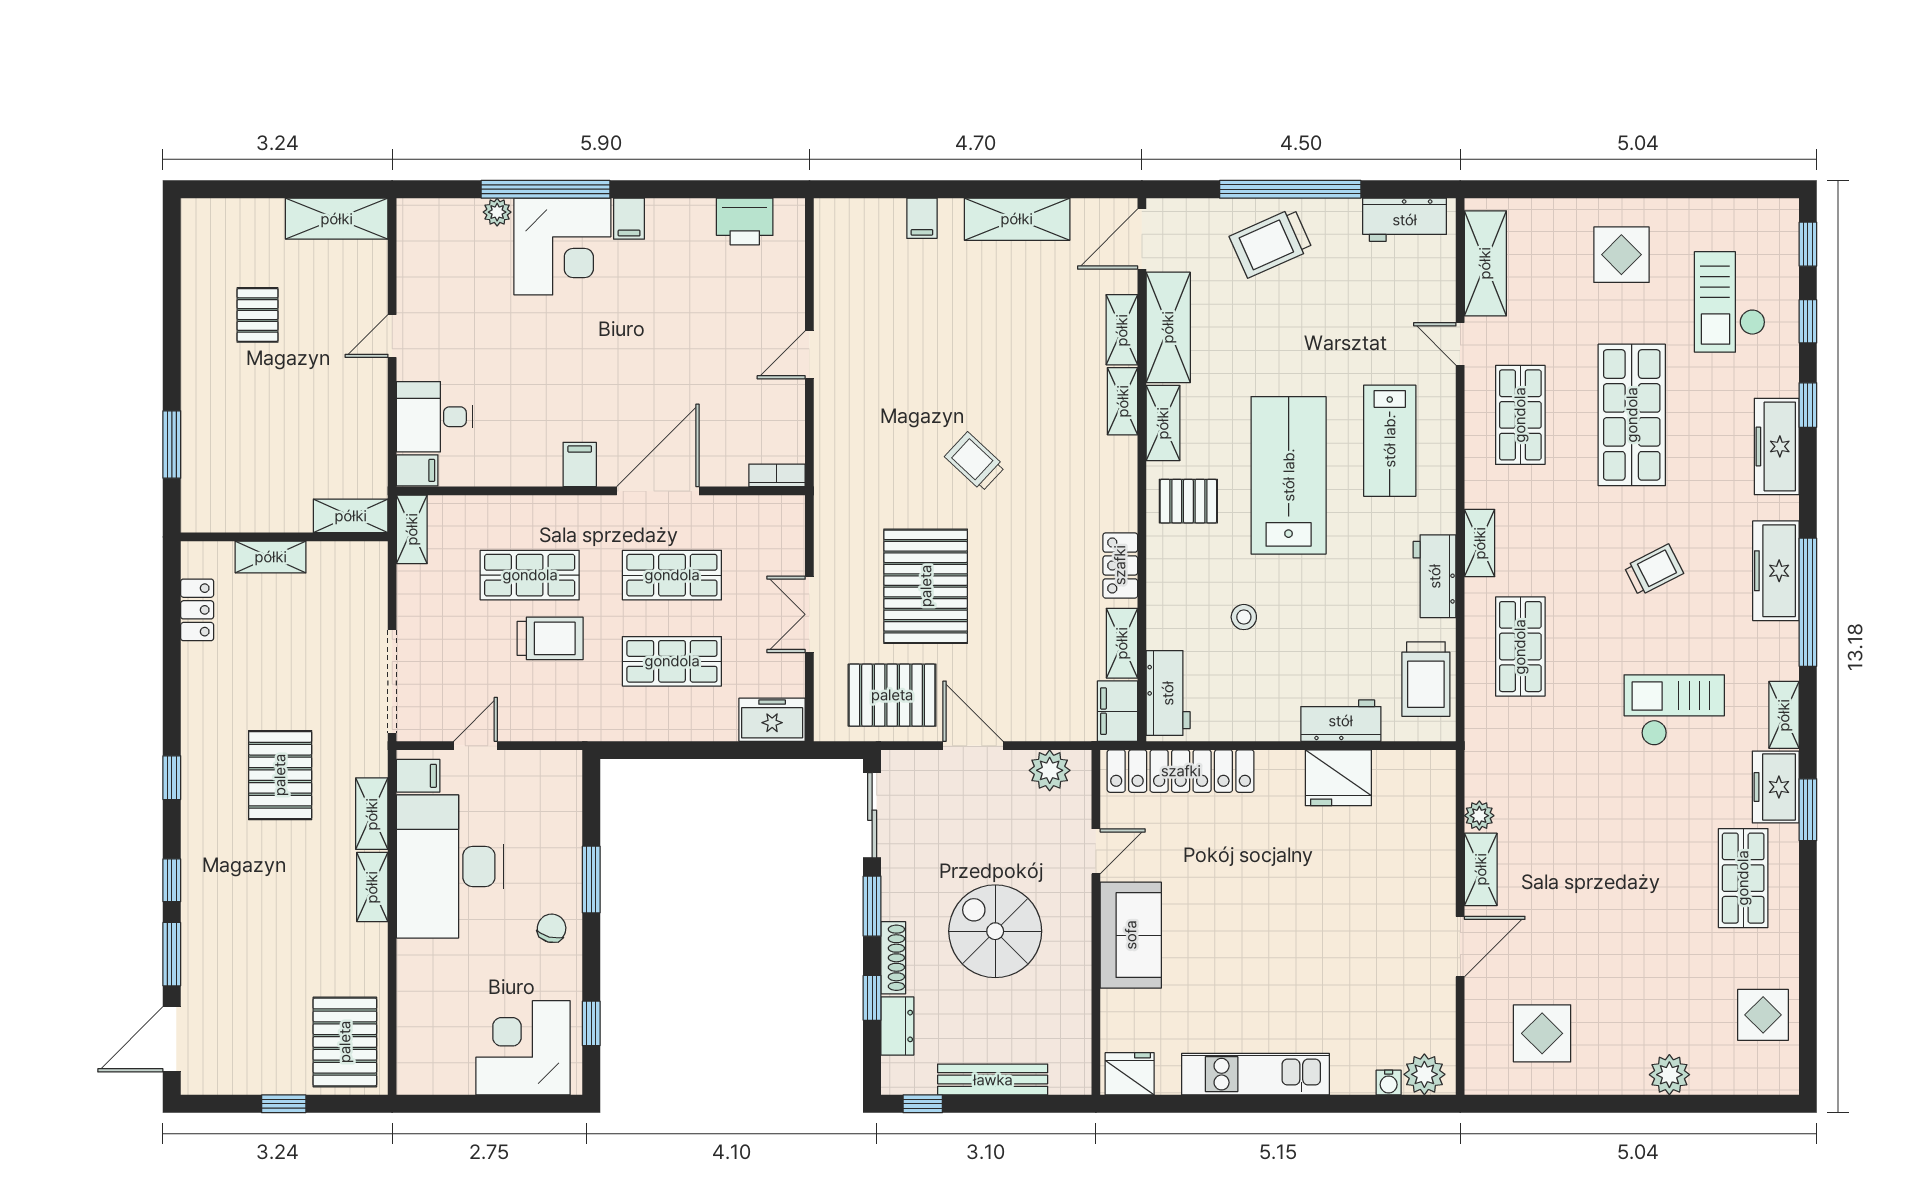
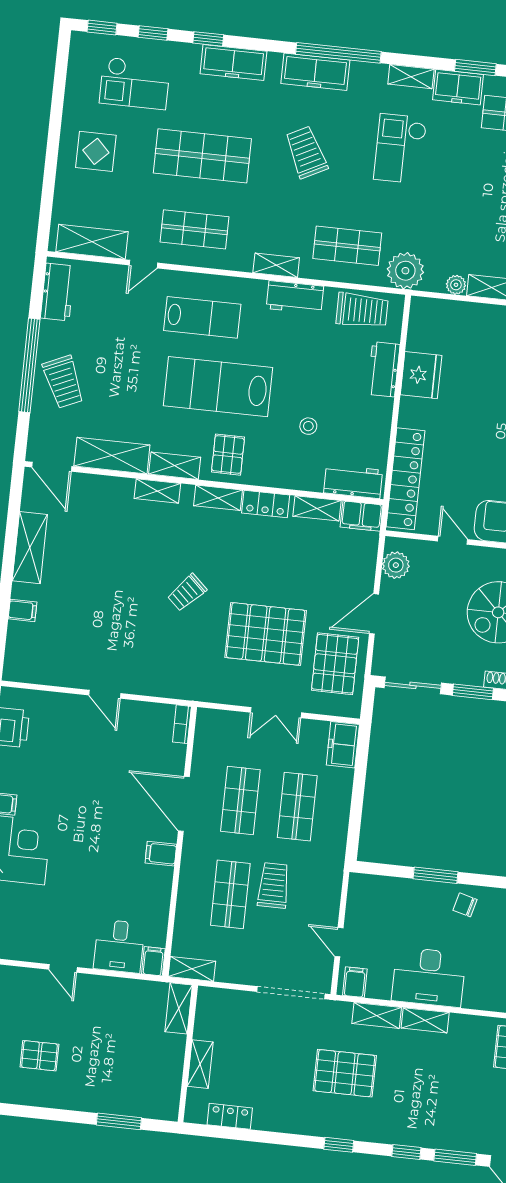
shelving: (1122, 330) -> (218, 498), moved
trolley: (1654, 570) -> (306, 152), width x1.36, depth x1.39
plant: (1492, 738) -> (405, 271), added
desk: (450, 866) -> (429, 977), width x0.73, depth x0.77

